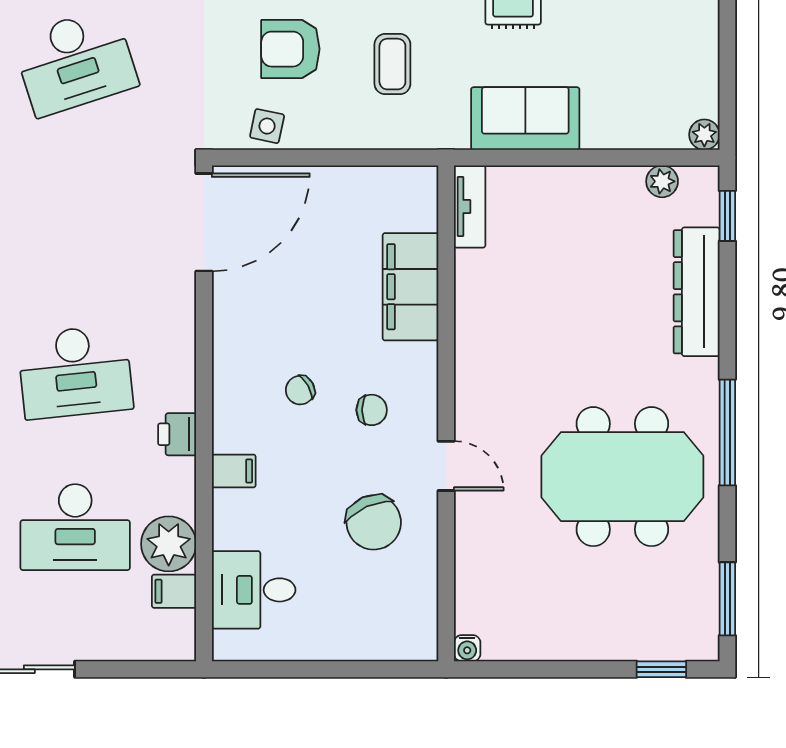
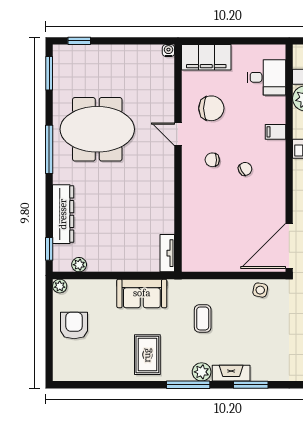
armchair: (290, 49) -> (74, 325), moved, turned -90
filing cabinet: (411, 287) -> (206, 57), moved, turned 90
chair: (374, 522) -> (211, 108), turned 114

